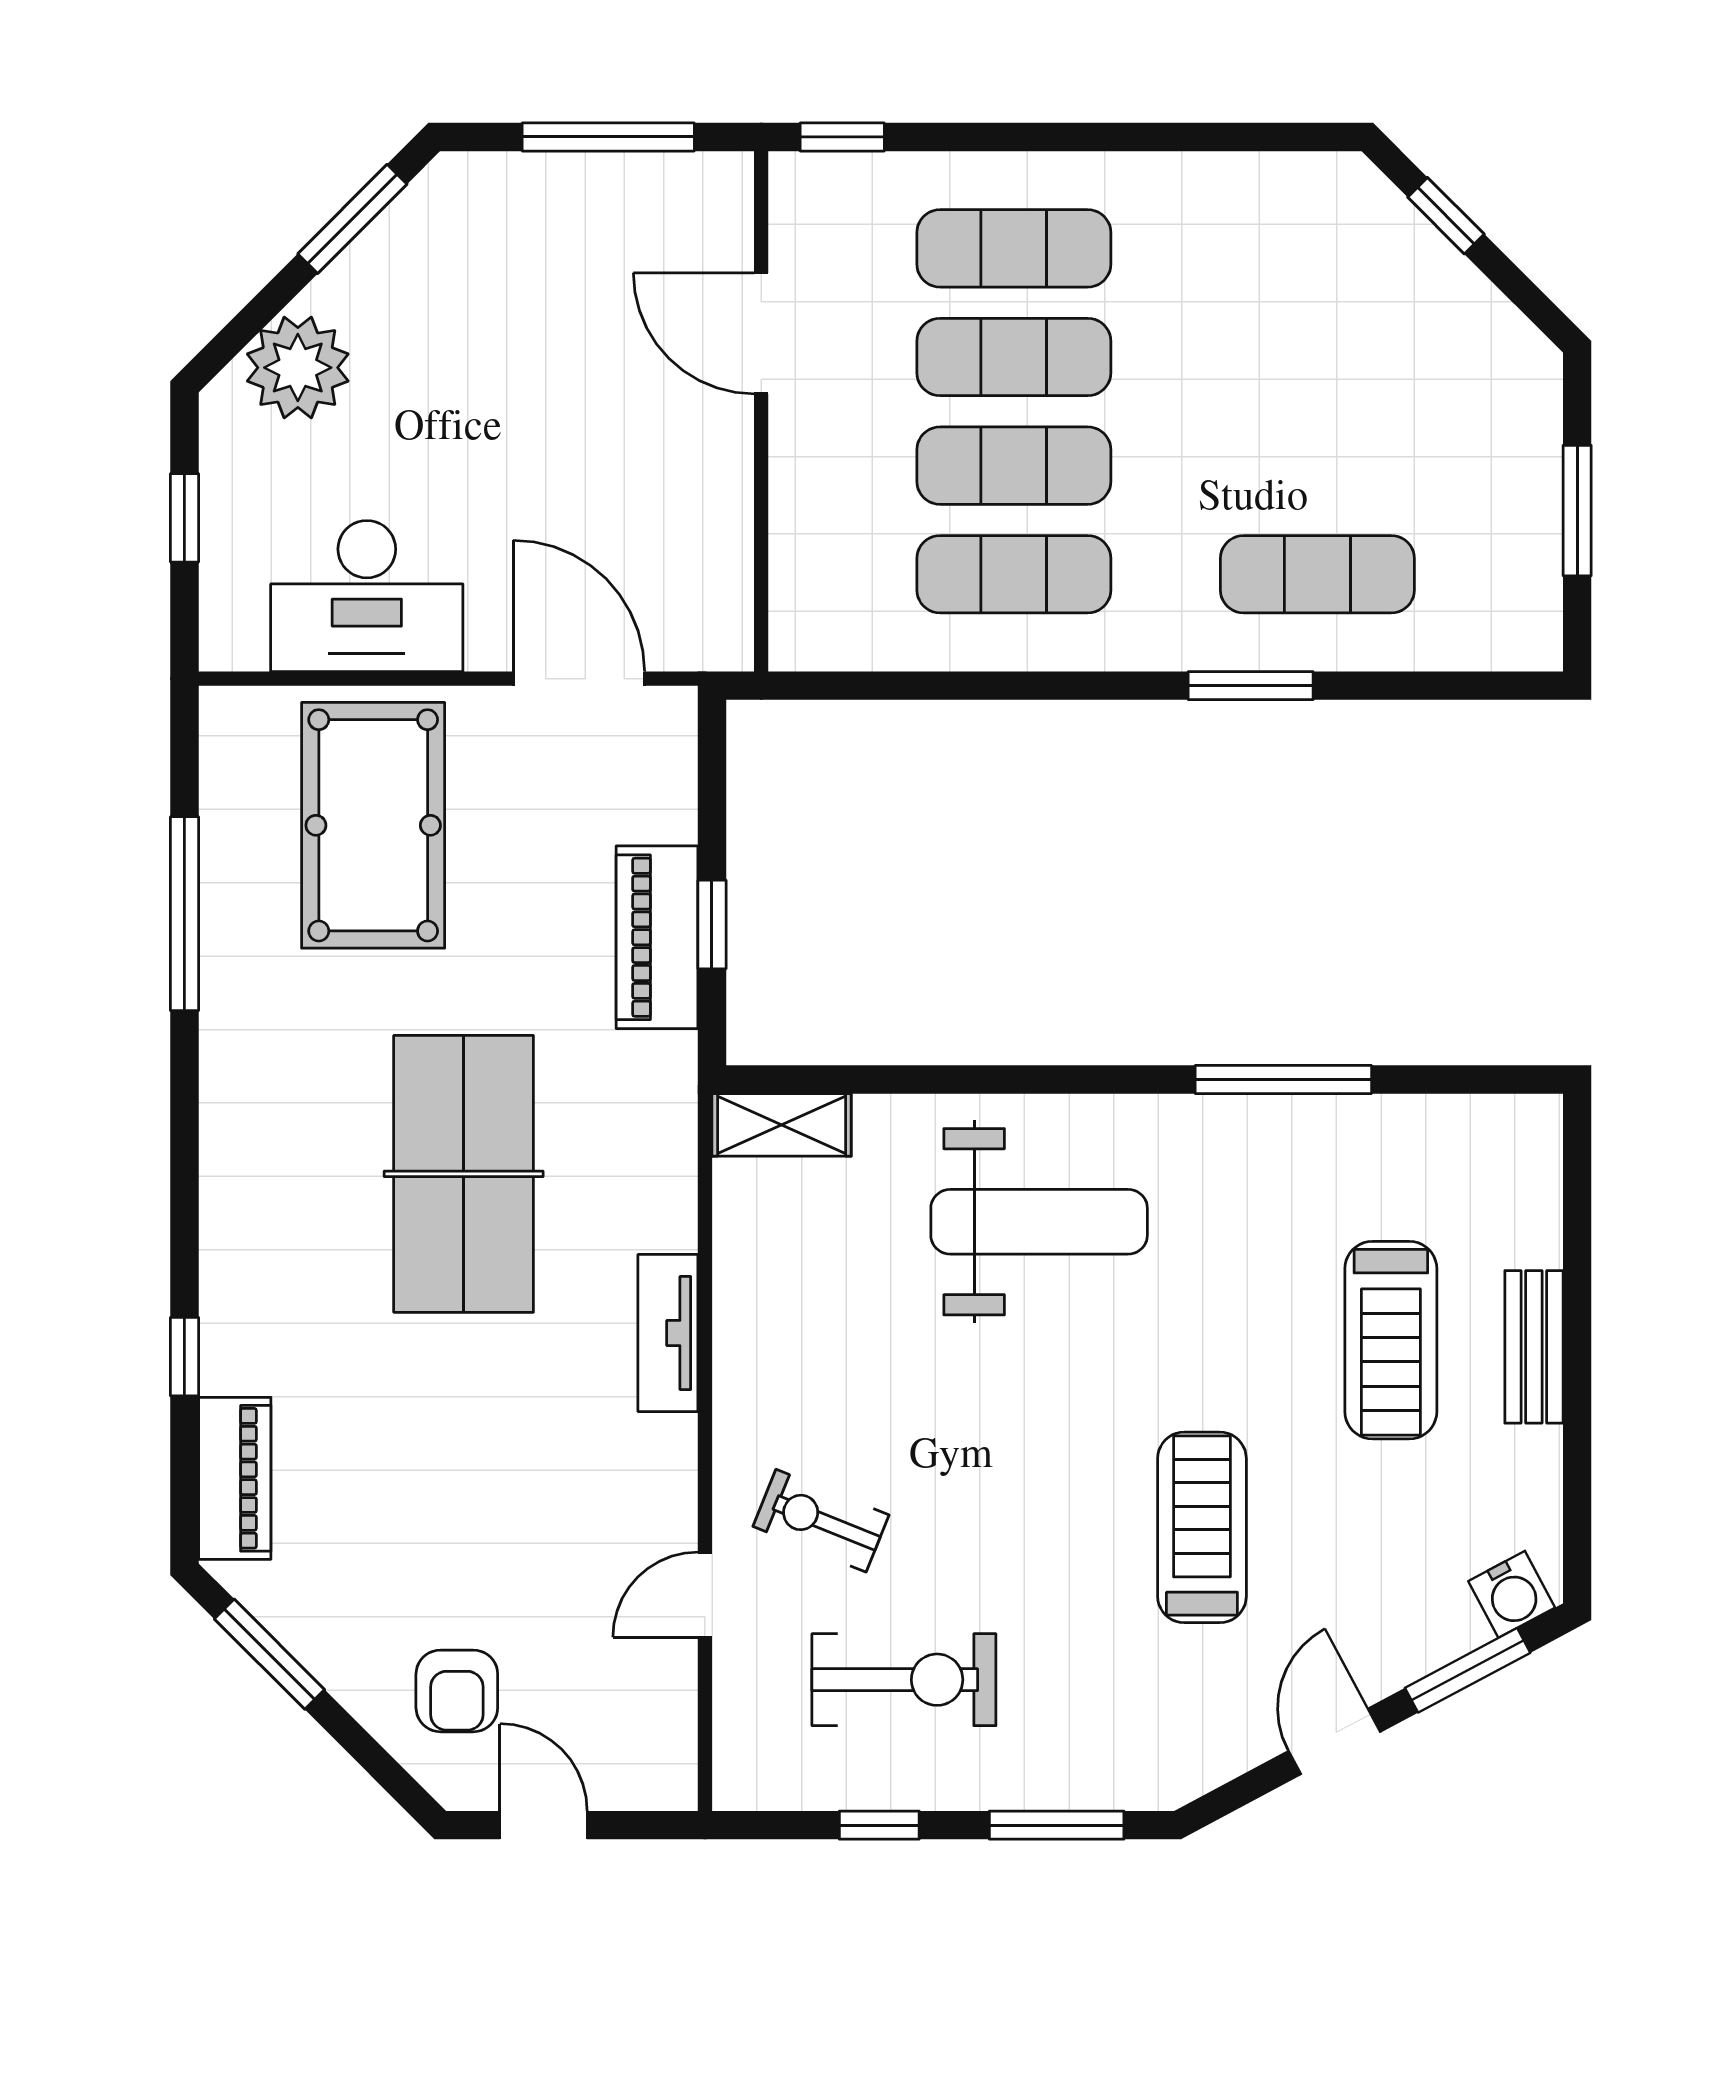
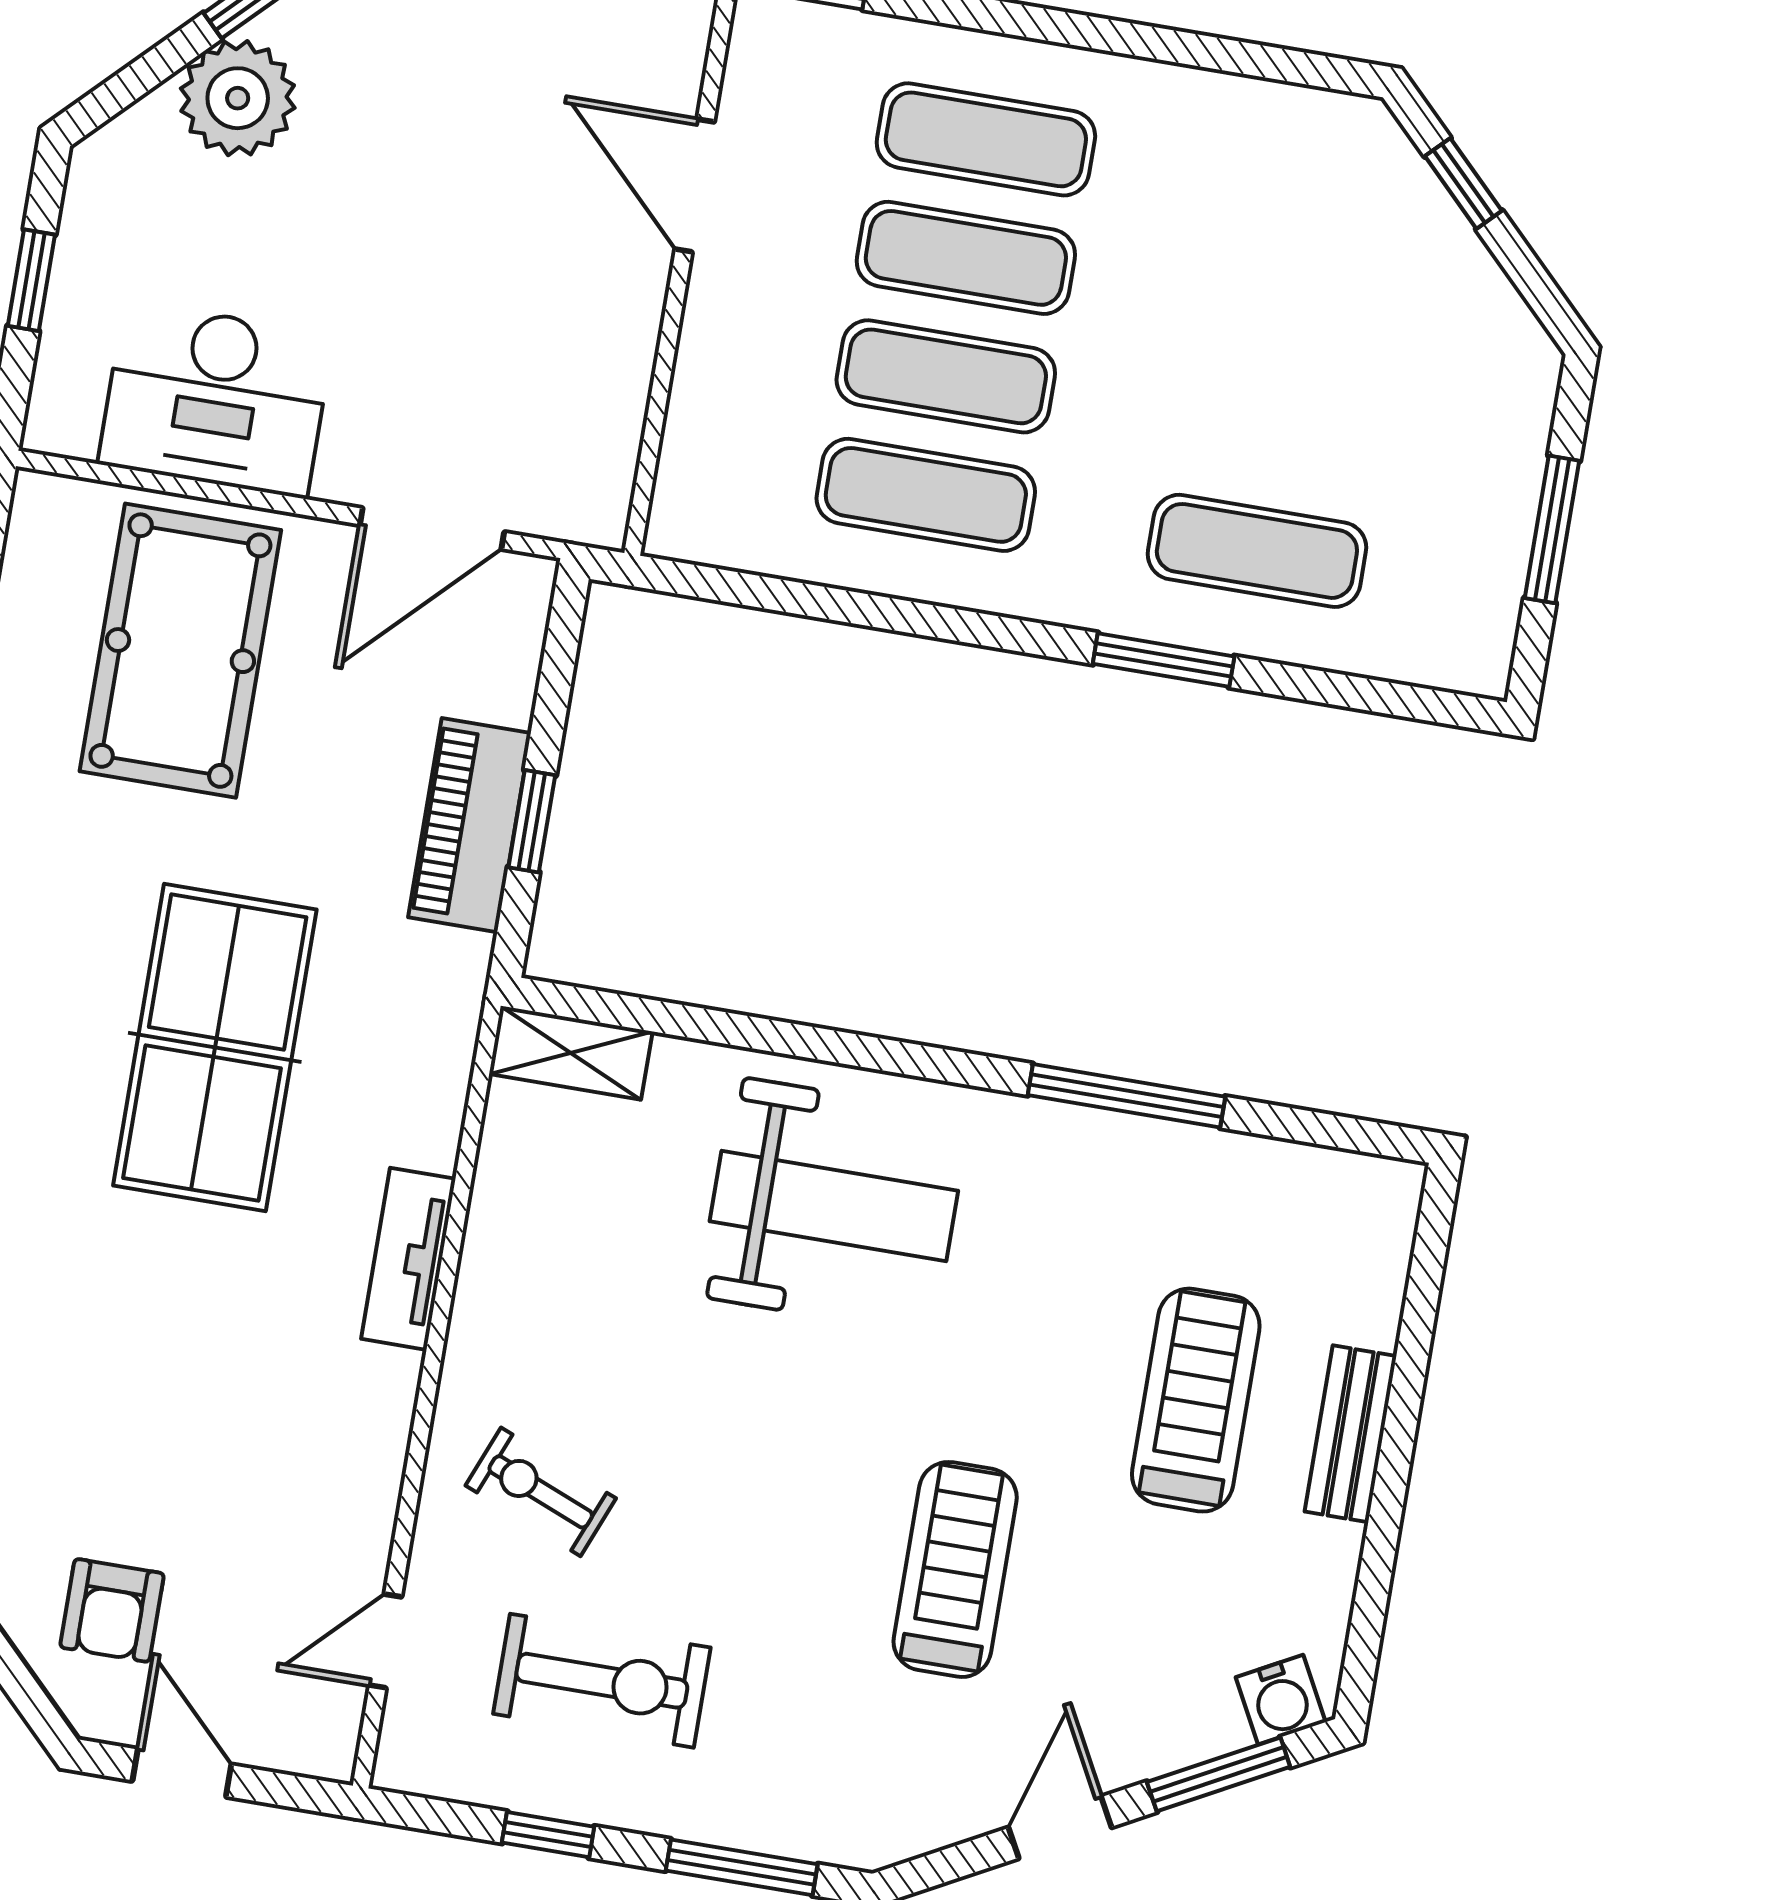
plant: (298, 368) -> (238, 98), moved
door: (579, 679) -> (432, 528), swing flipped
treadmill: (1391, 1340) -> (1196, 1400), turned 180
door: (705, 1595) -> (385, 1641), moved

